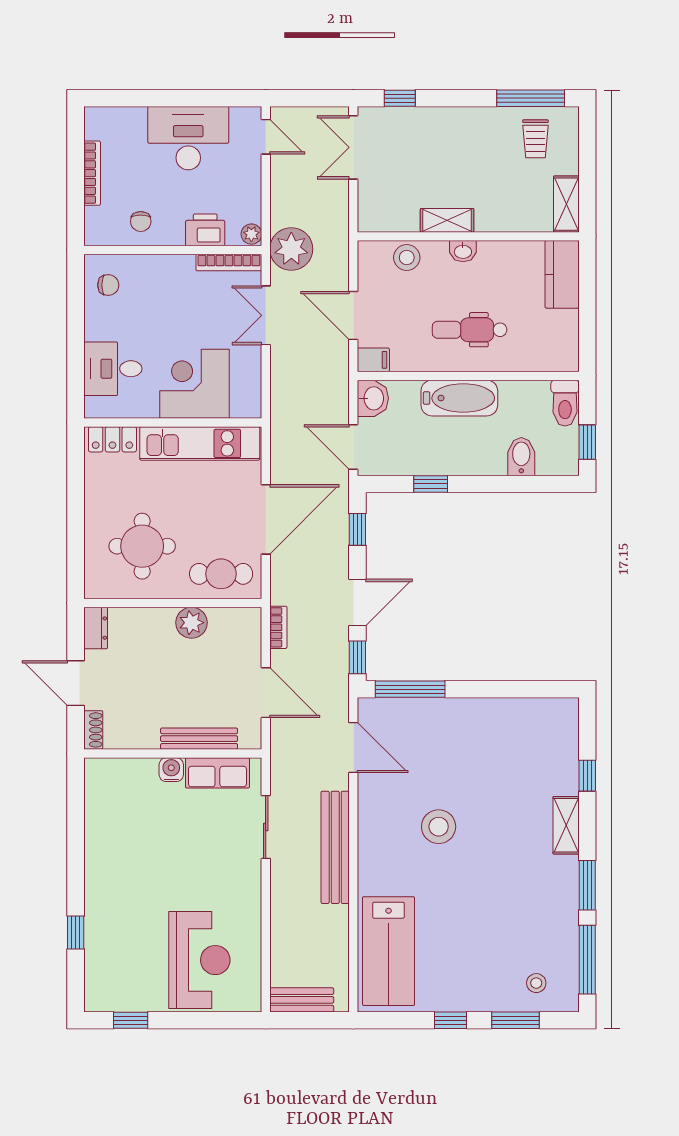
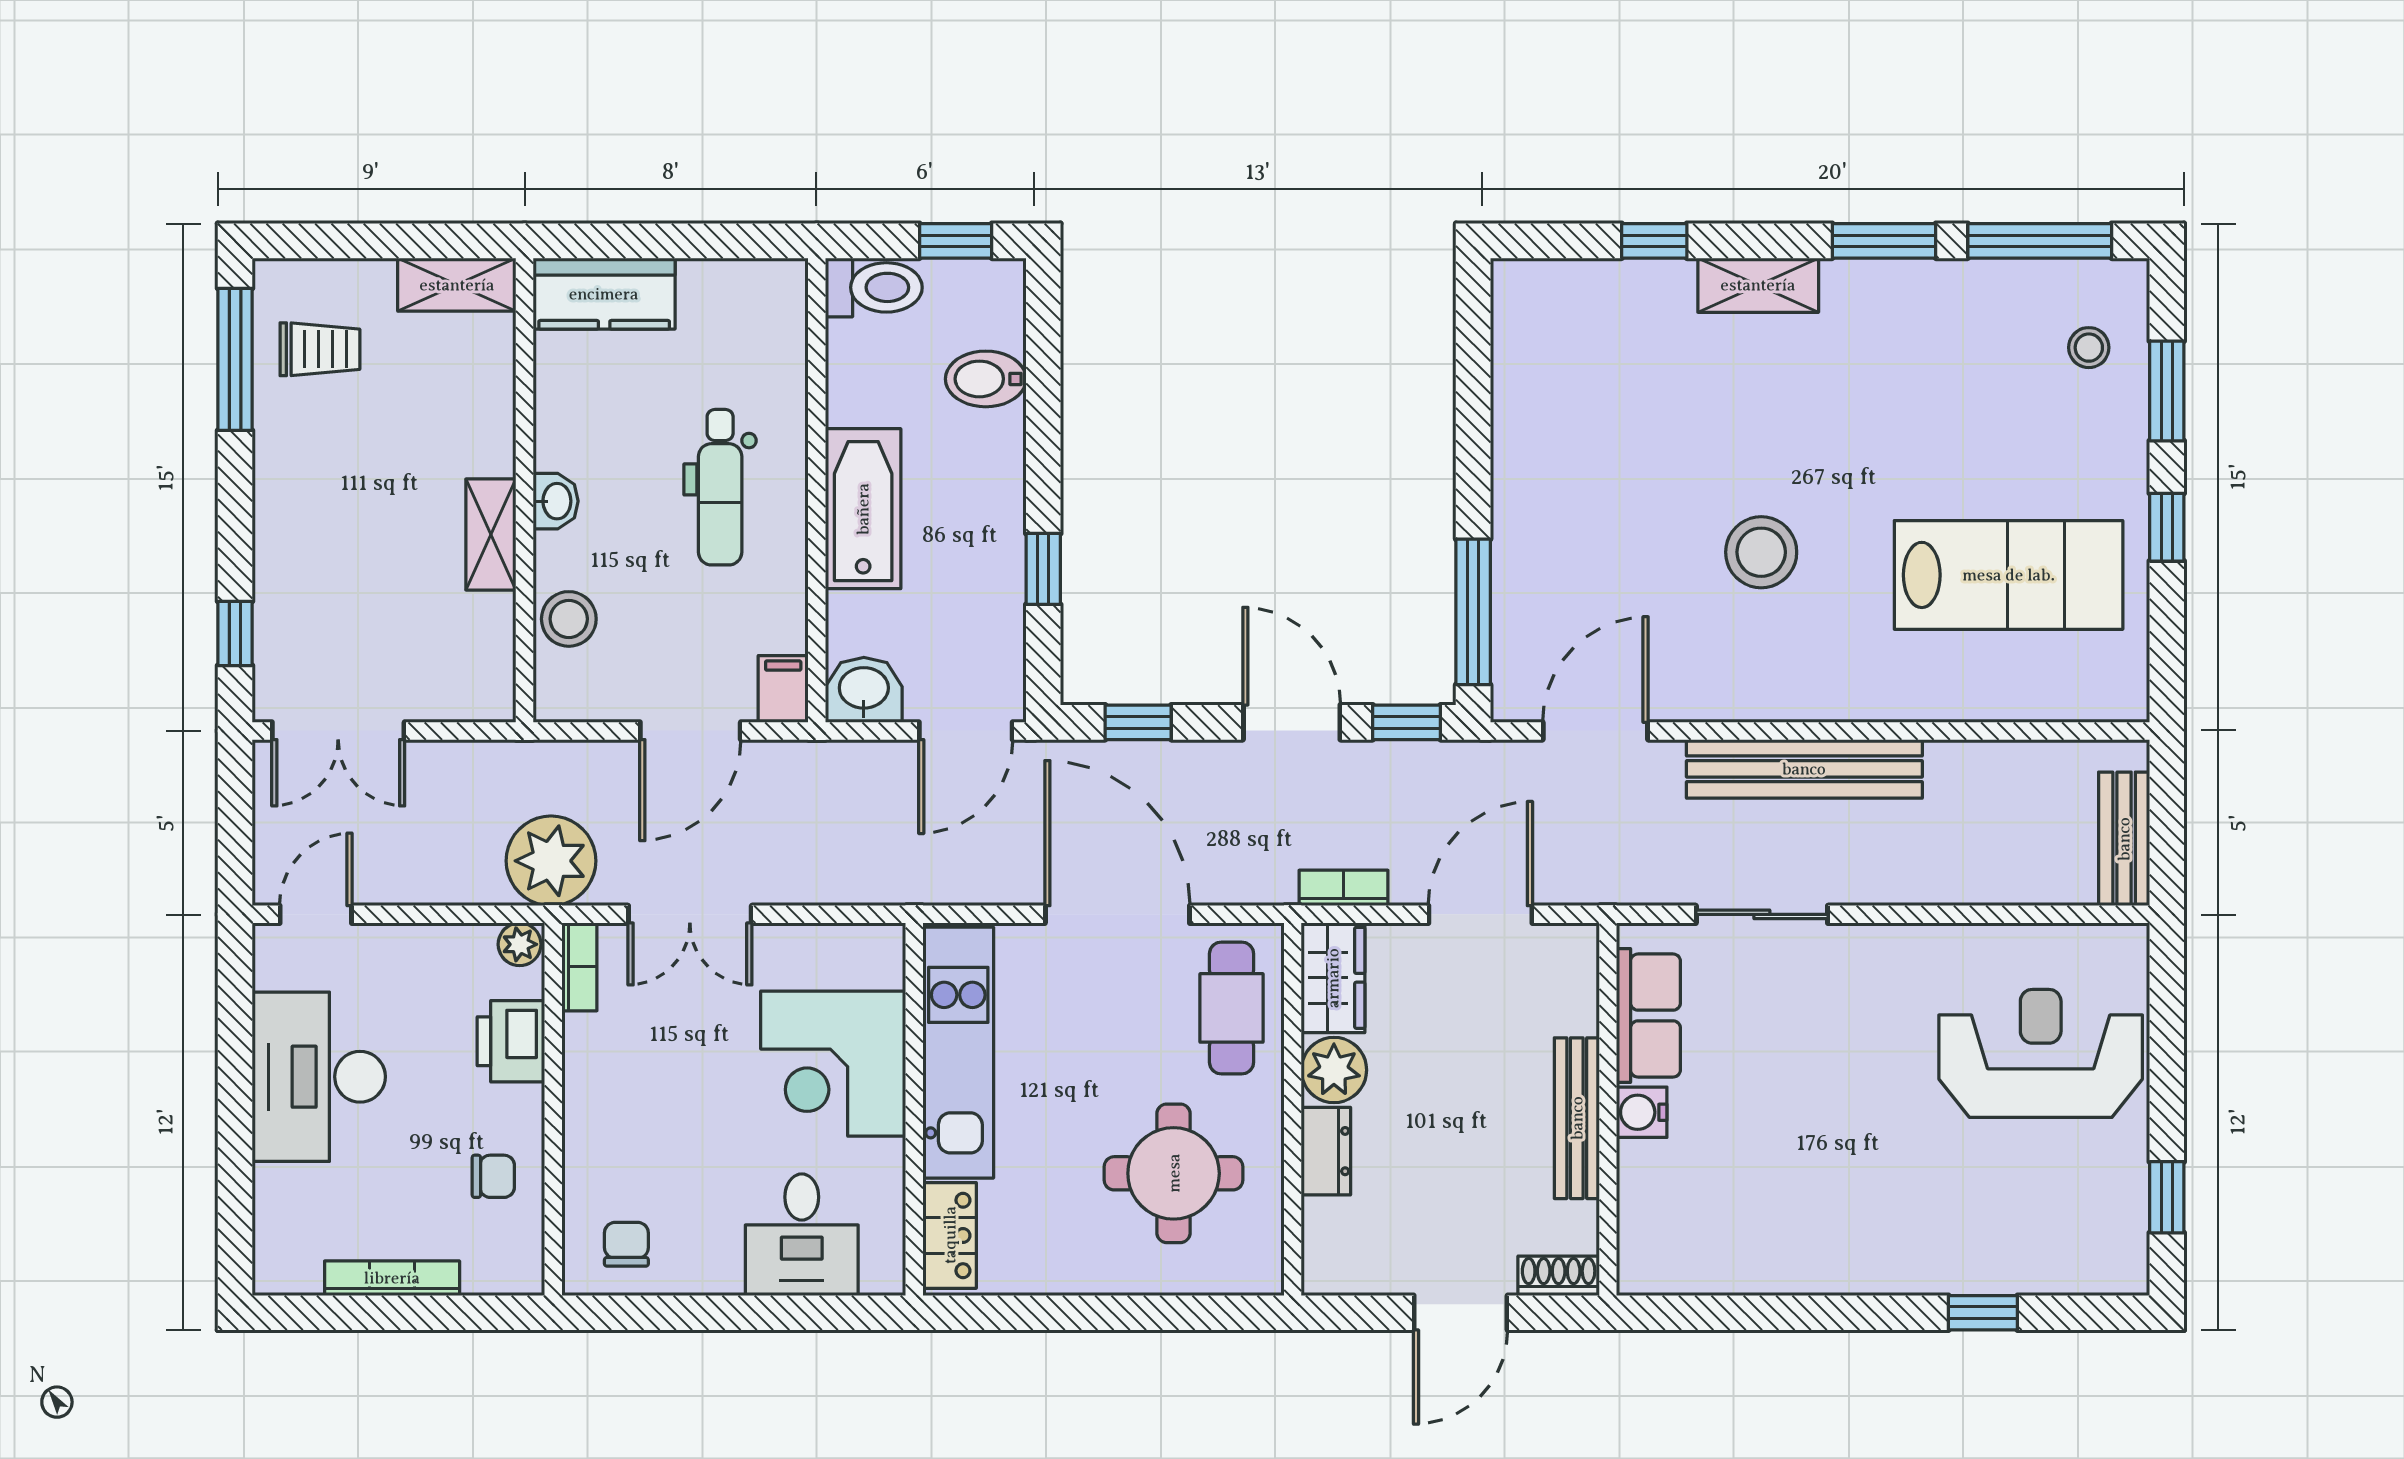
bookcase: (229, 263) -> (579, 967), width x0.64
wardrobe: (235, 622) -> (1333, 978), added
dresser: (96, 628) -> (1326, 1151), moved, turned 90
bench: (199, 739) -> (1577, 1118), moved
lab bench: (389, 951) -> (2009, 575), moved

